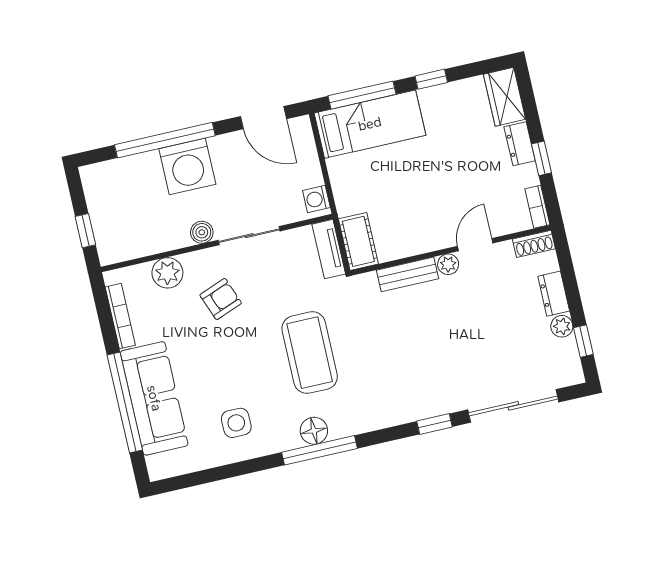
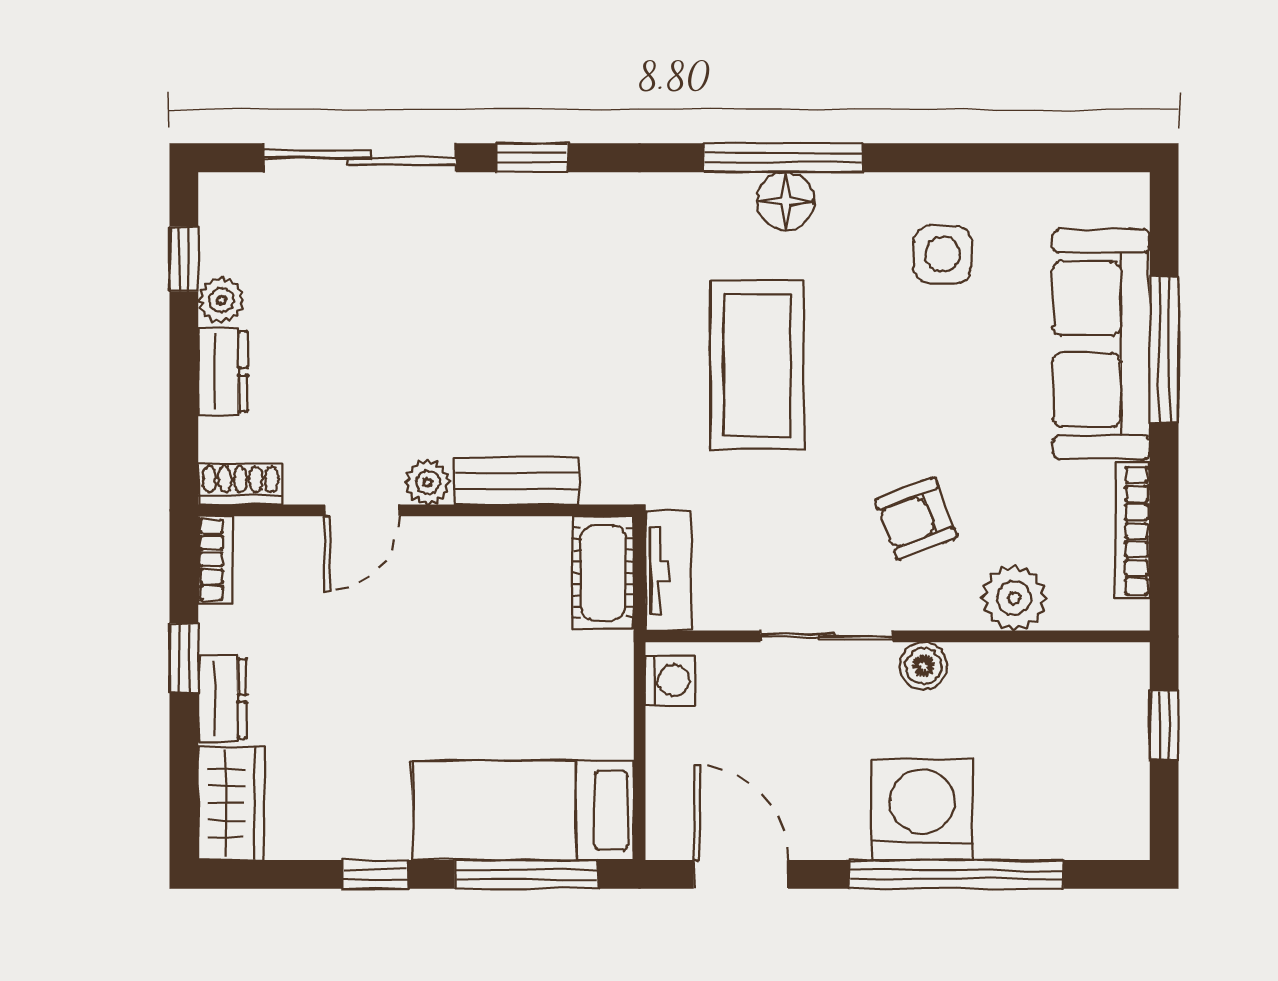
window: (125, 403) -> (1164, 349), width x0.68

